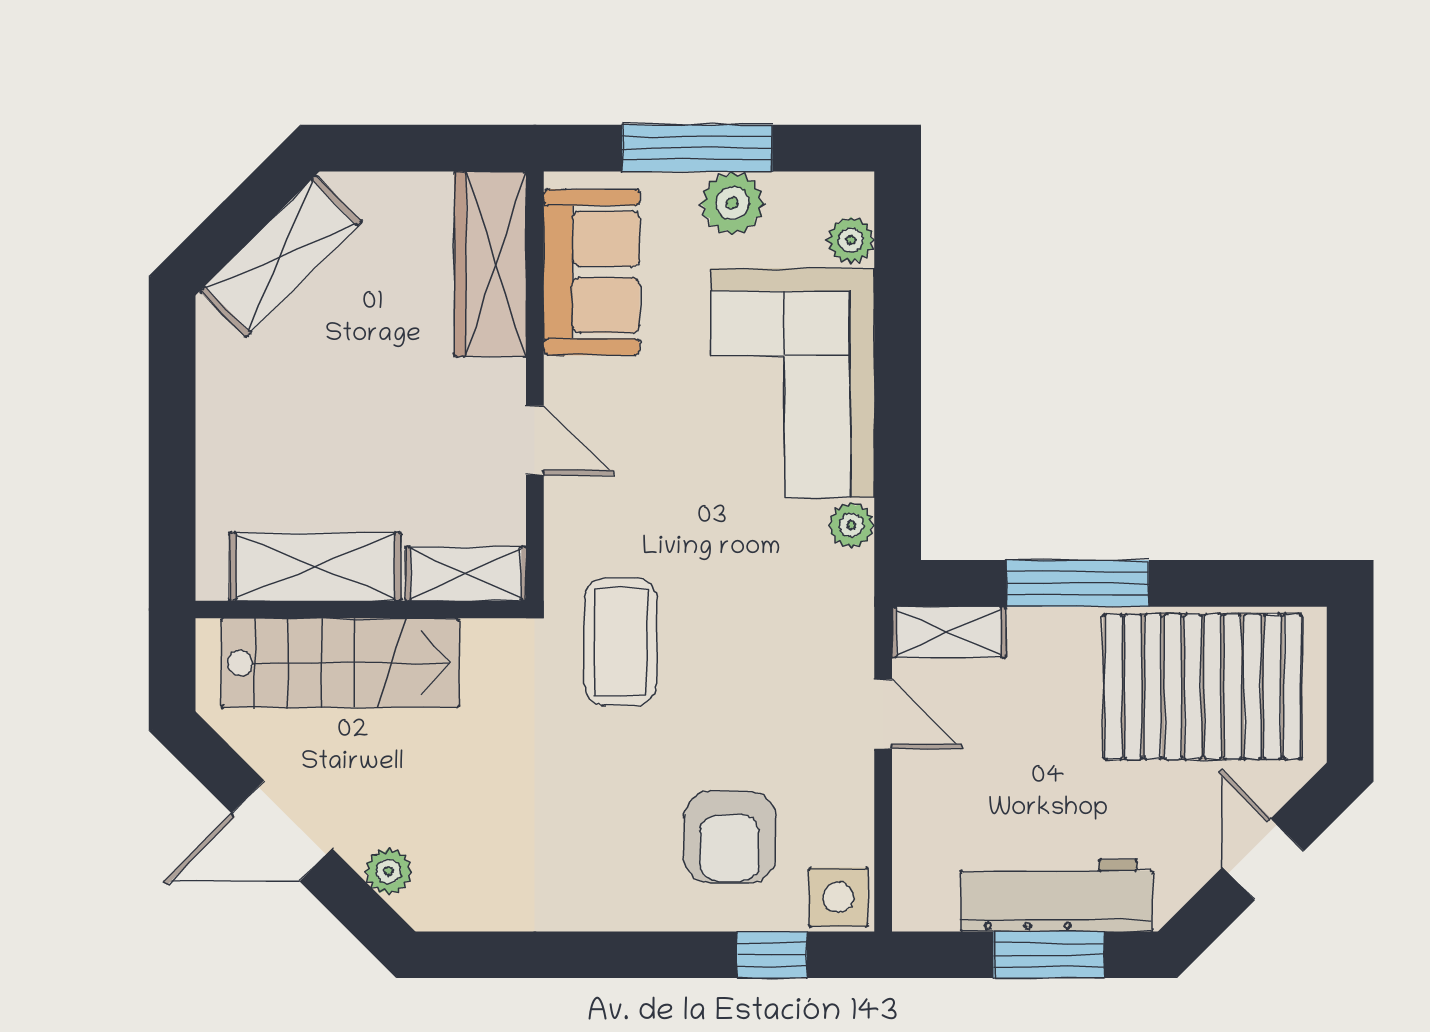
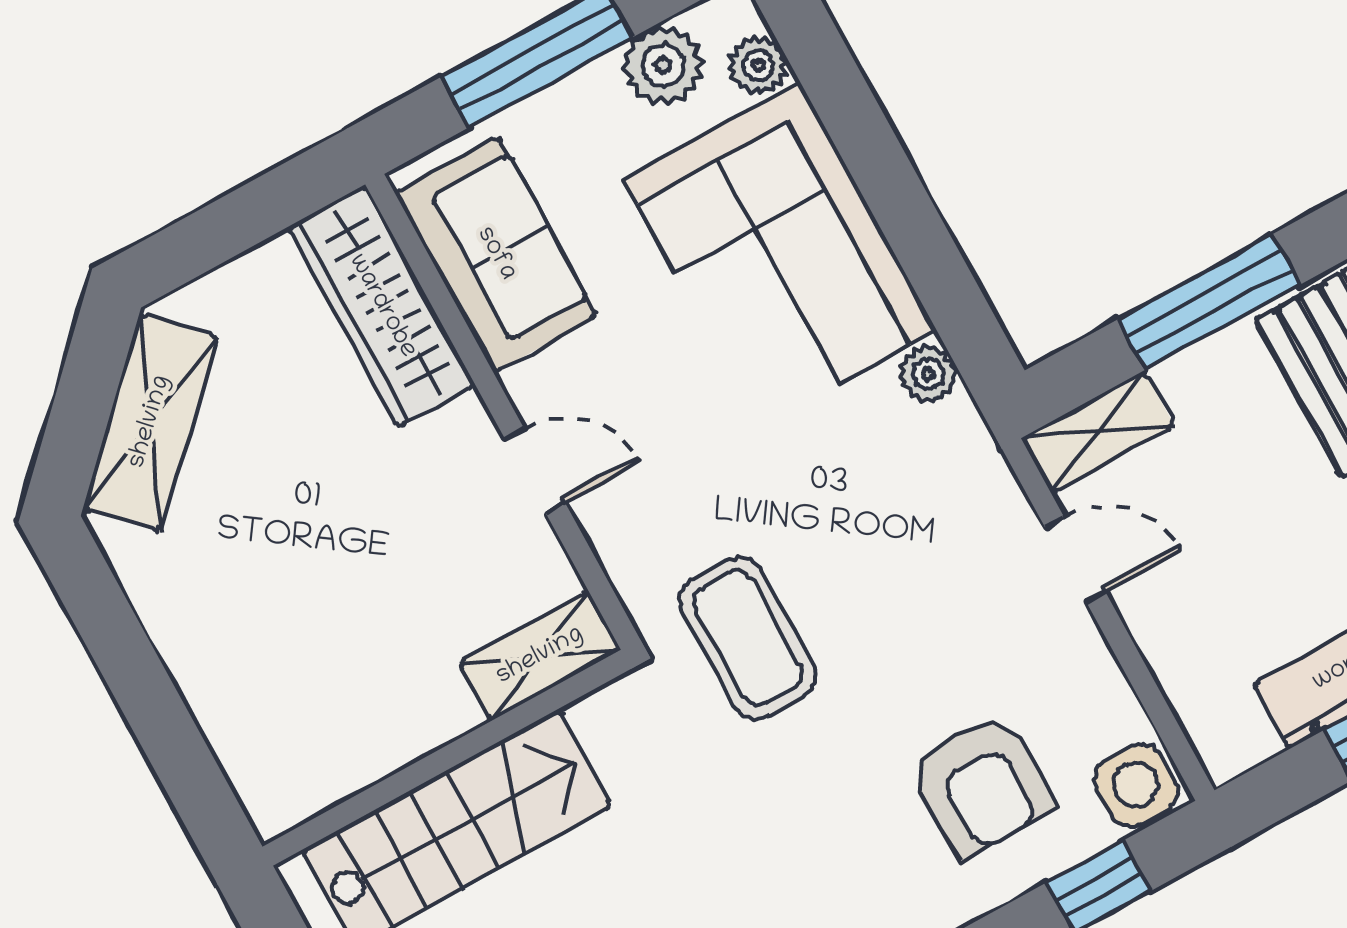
plant: (732, 203) -> (663, 65), moved
shelving: (315, 566) -> (372, 738), removed

